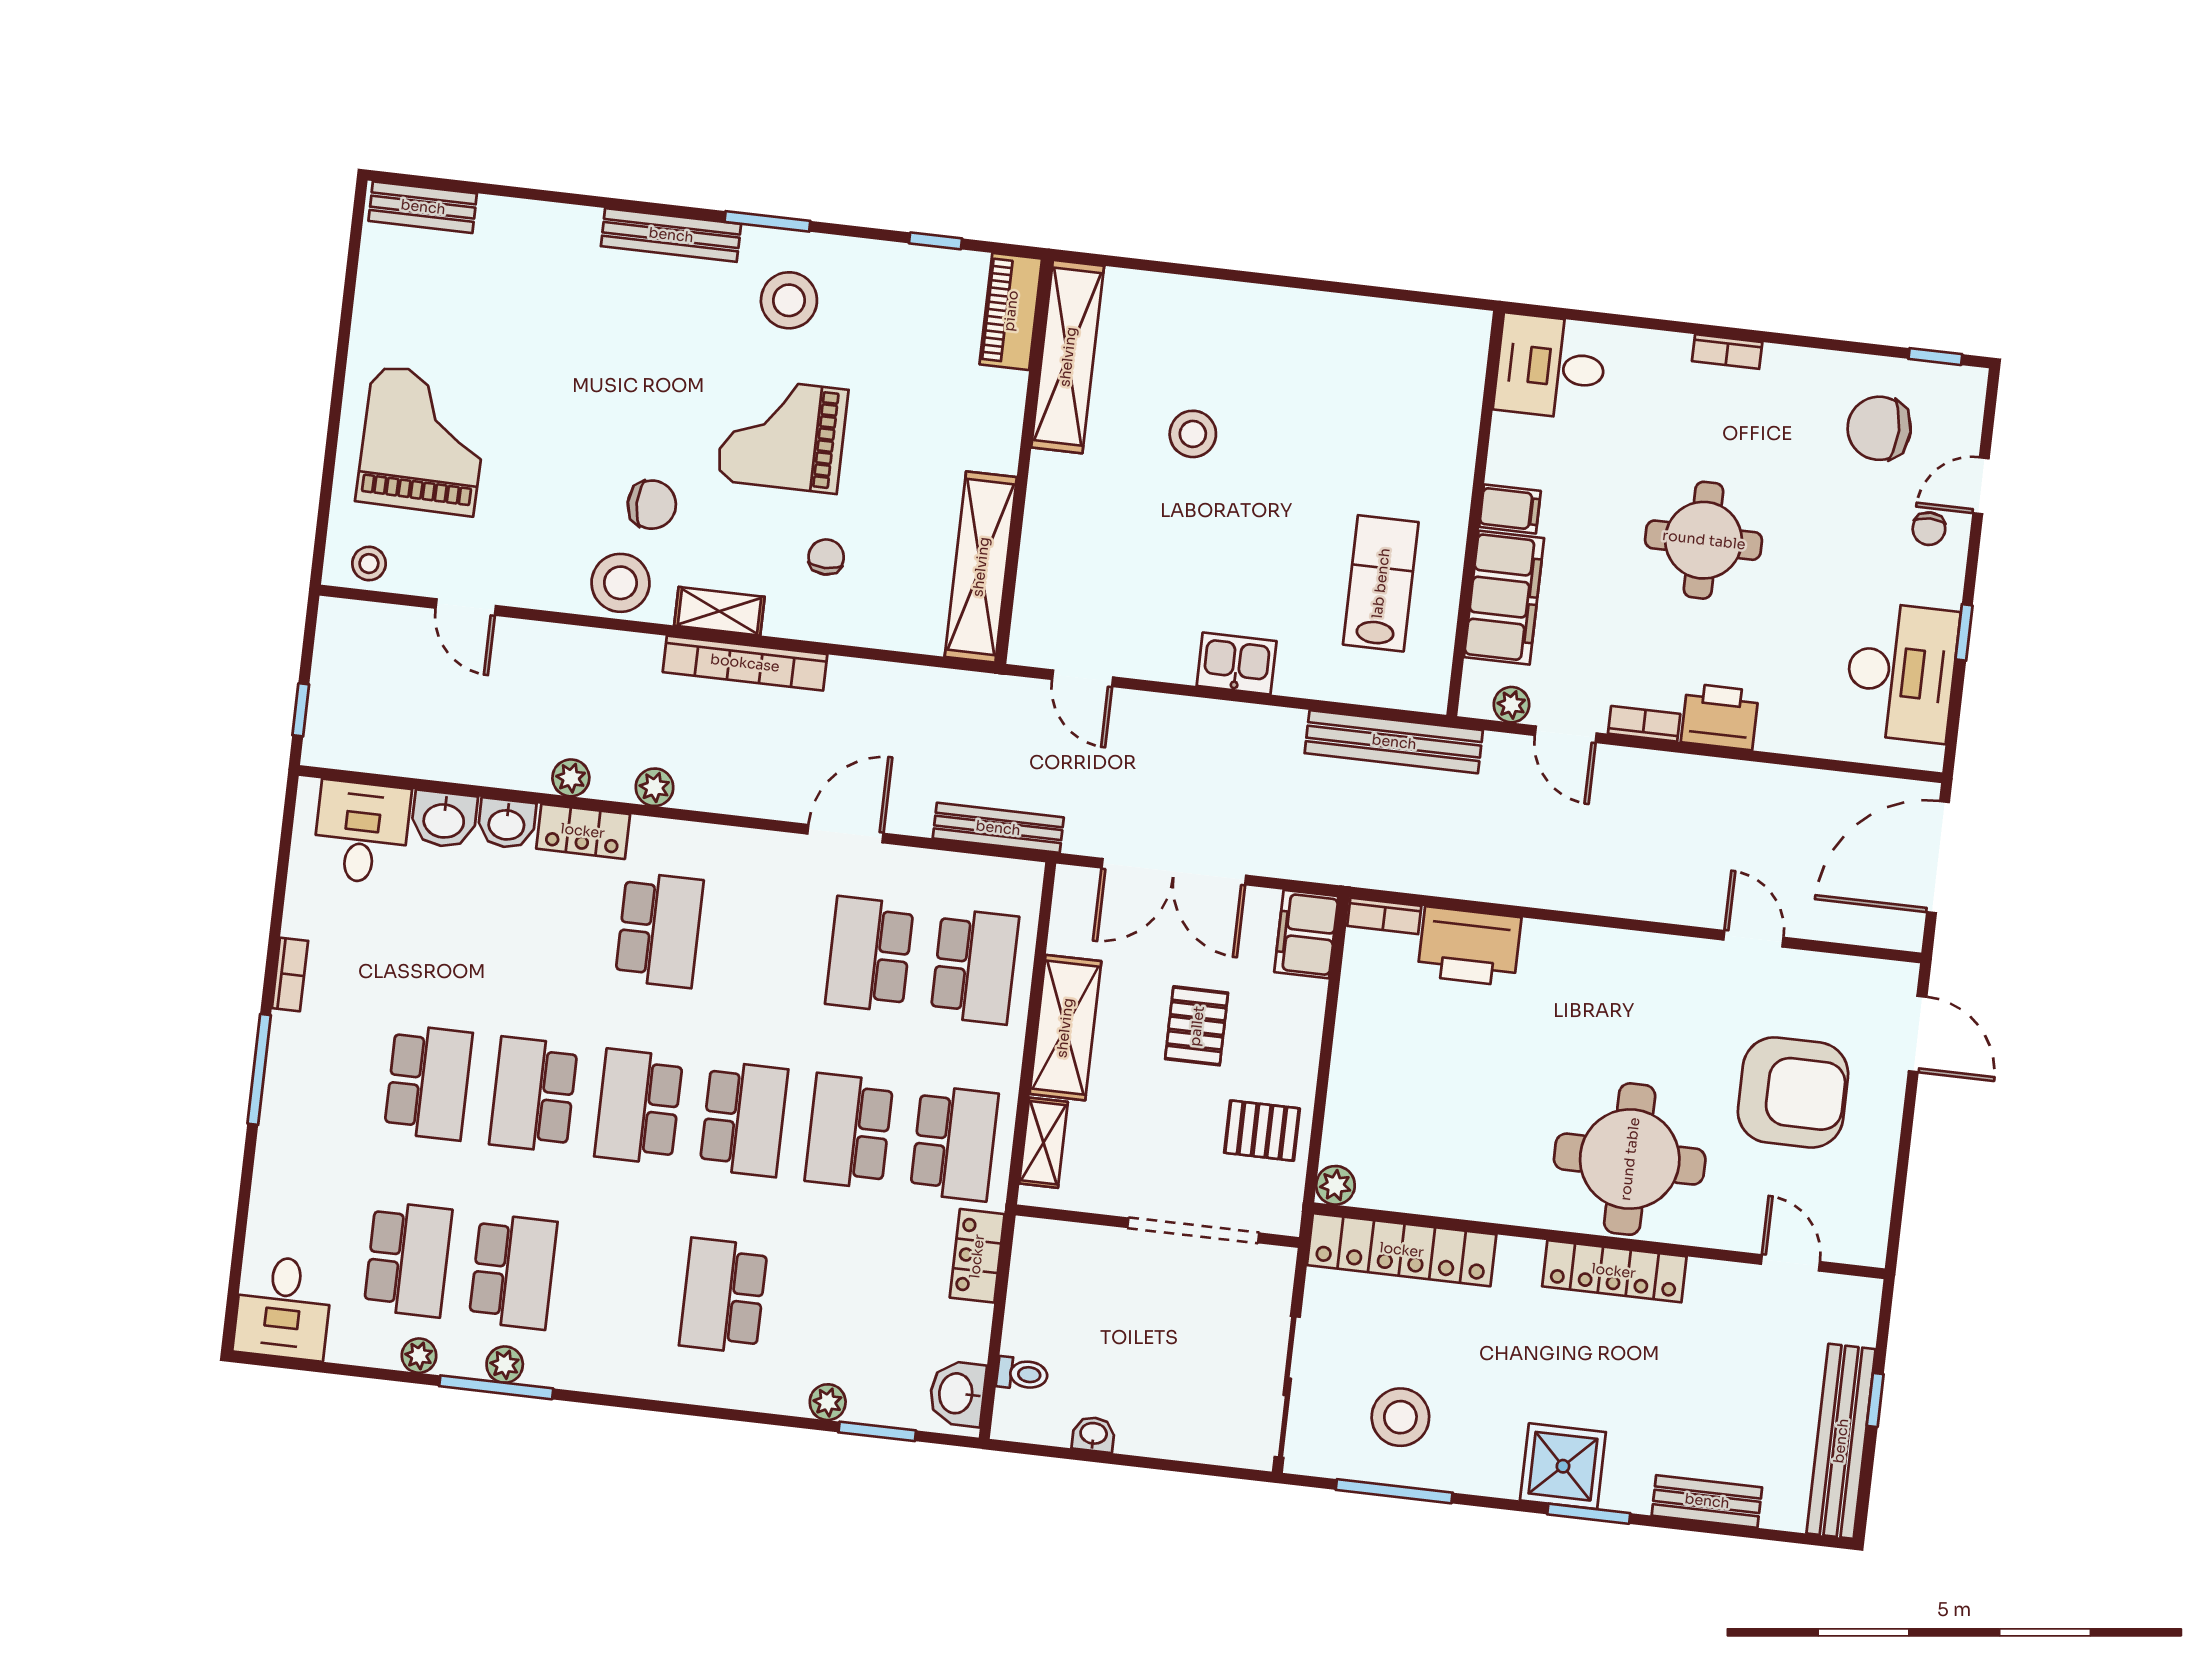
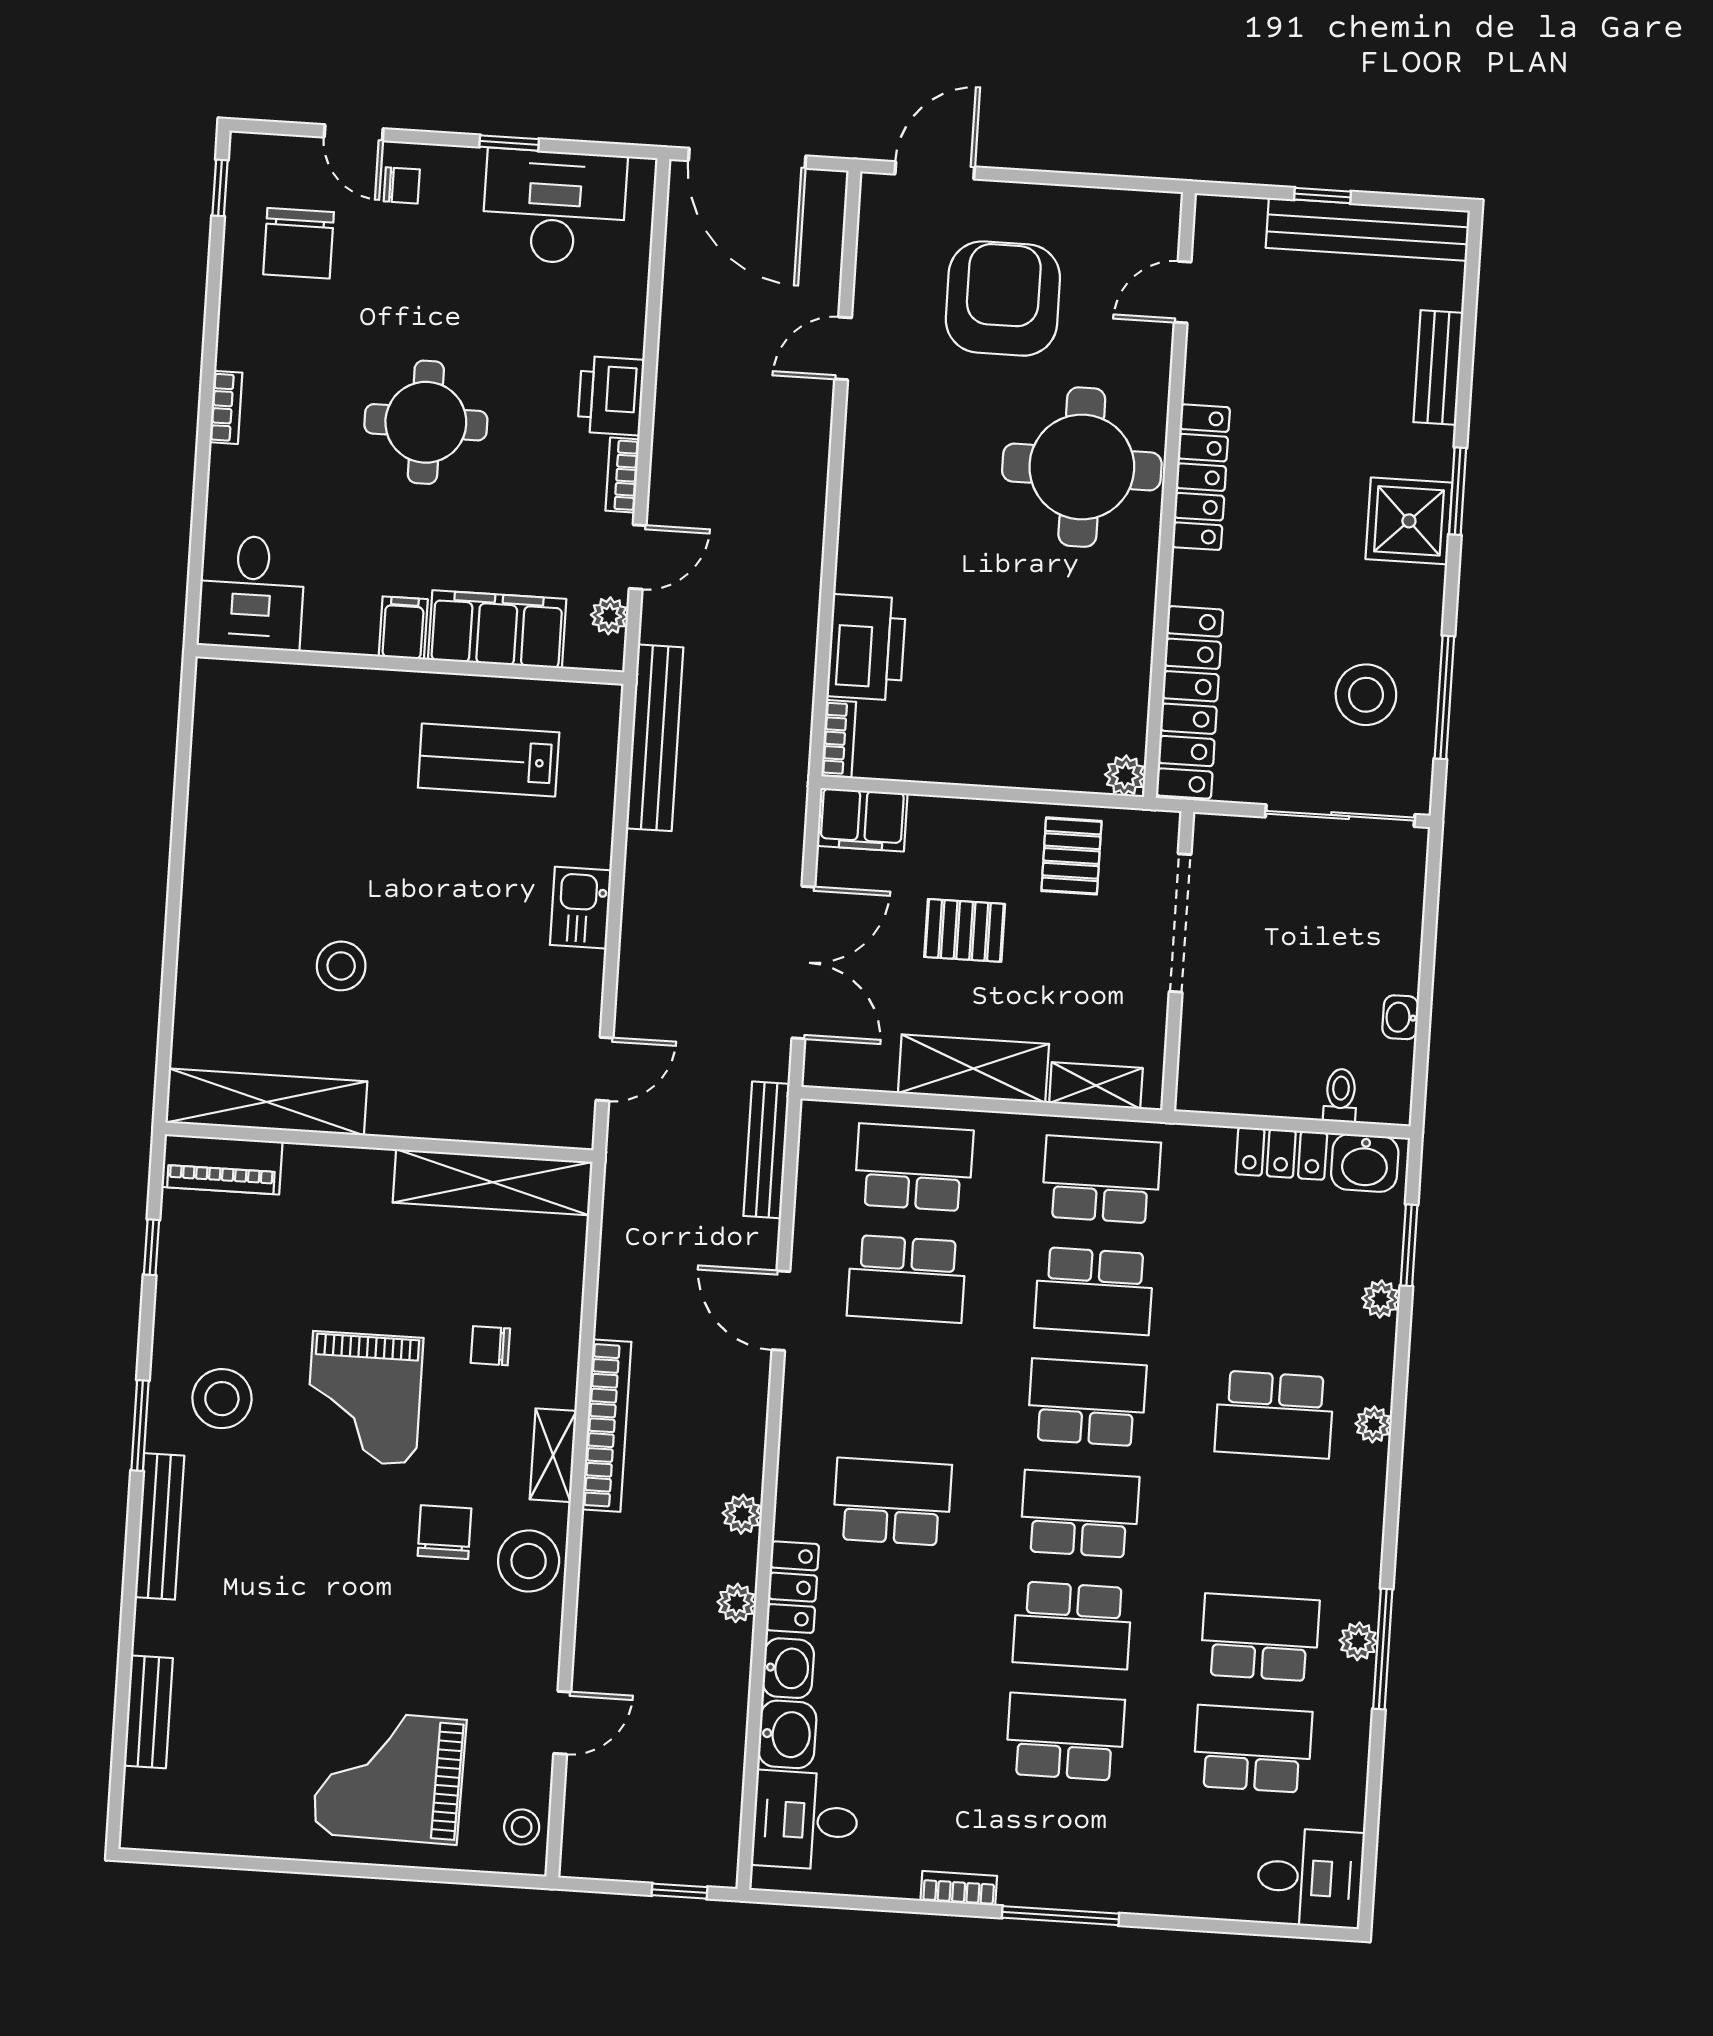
bench: (423, 207) -> (148, 1712), moved
school desk: (639, 1107) -> (1080, 1514), turned 180
locker: (977, 1256) -> (1281, 1153), moved
plant: (419, 1356) -> (1373, 1424), moved

